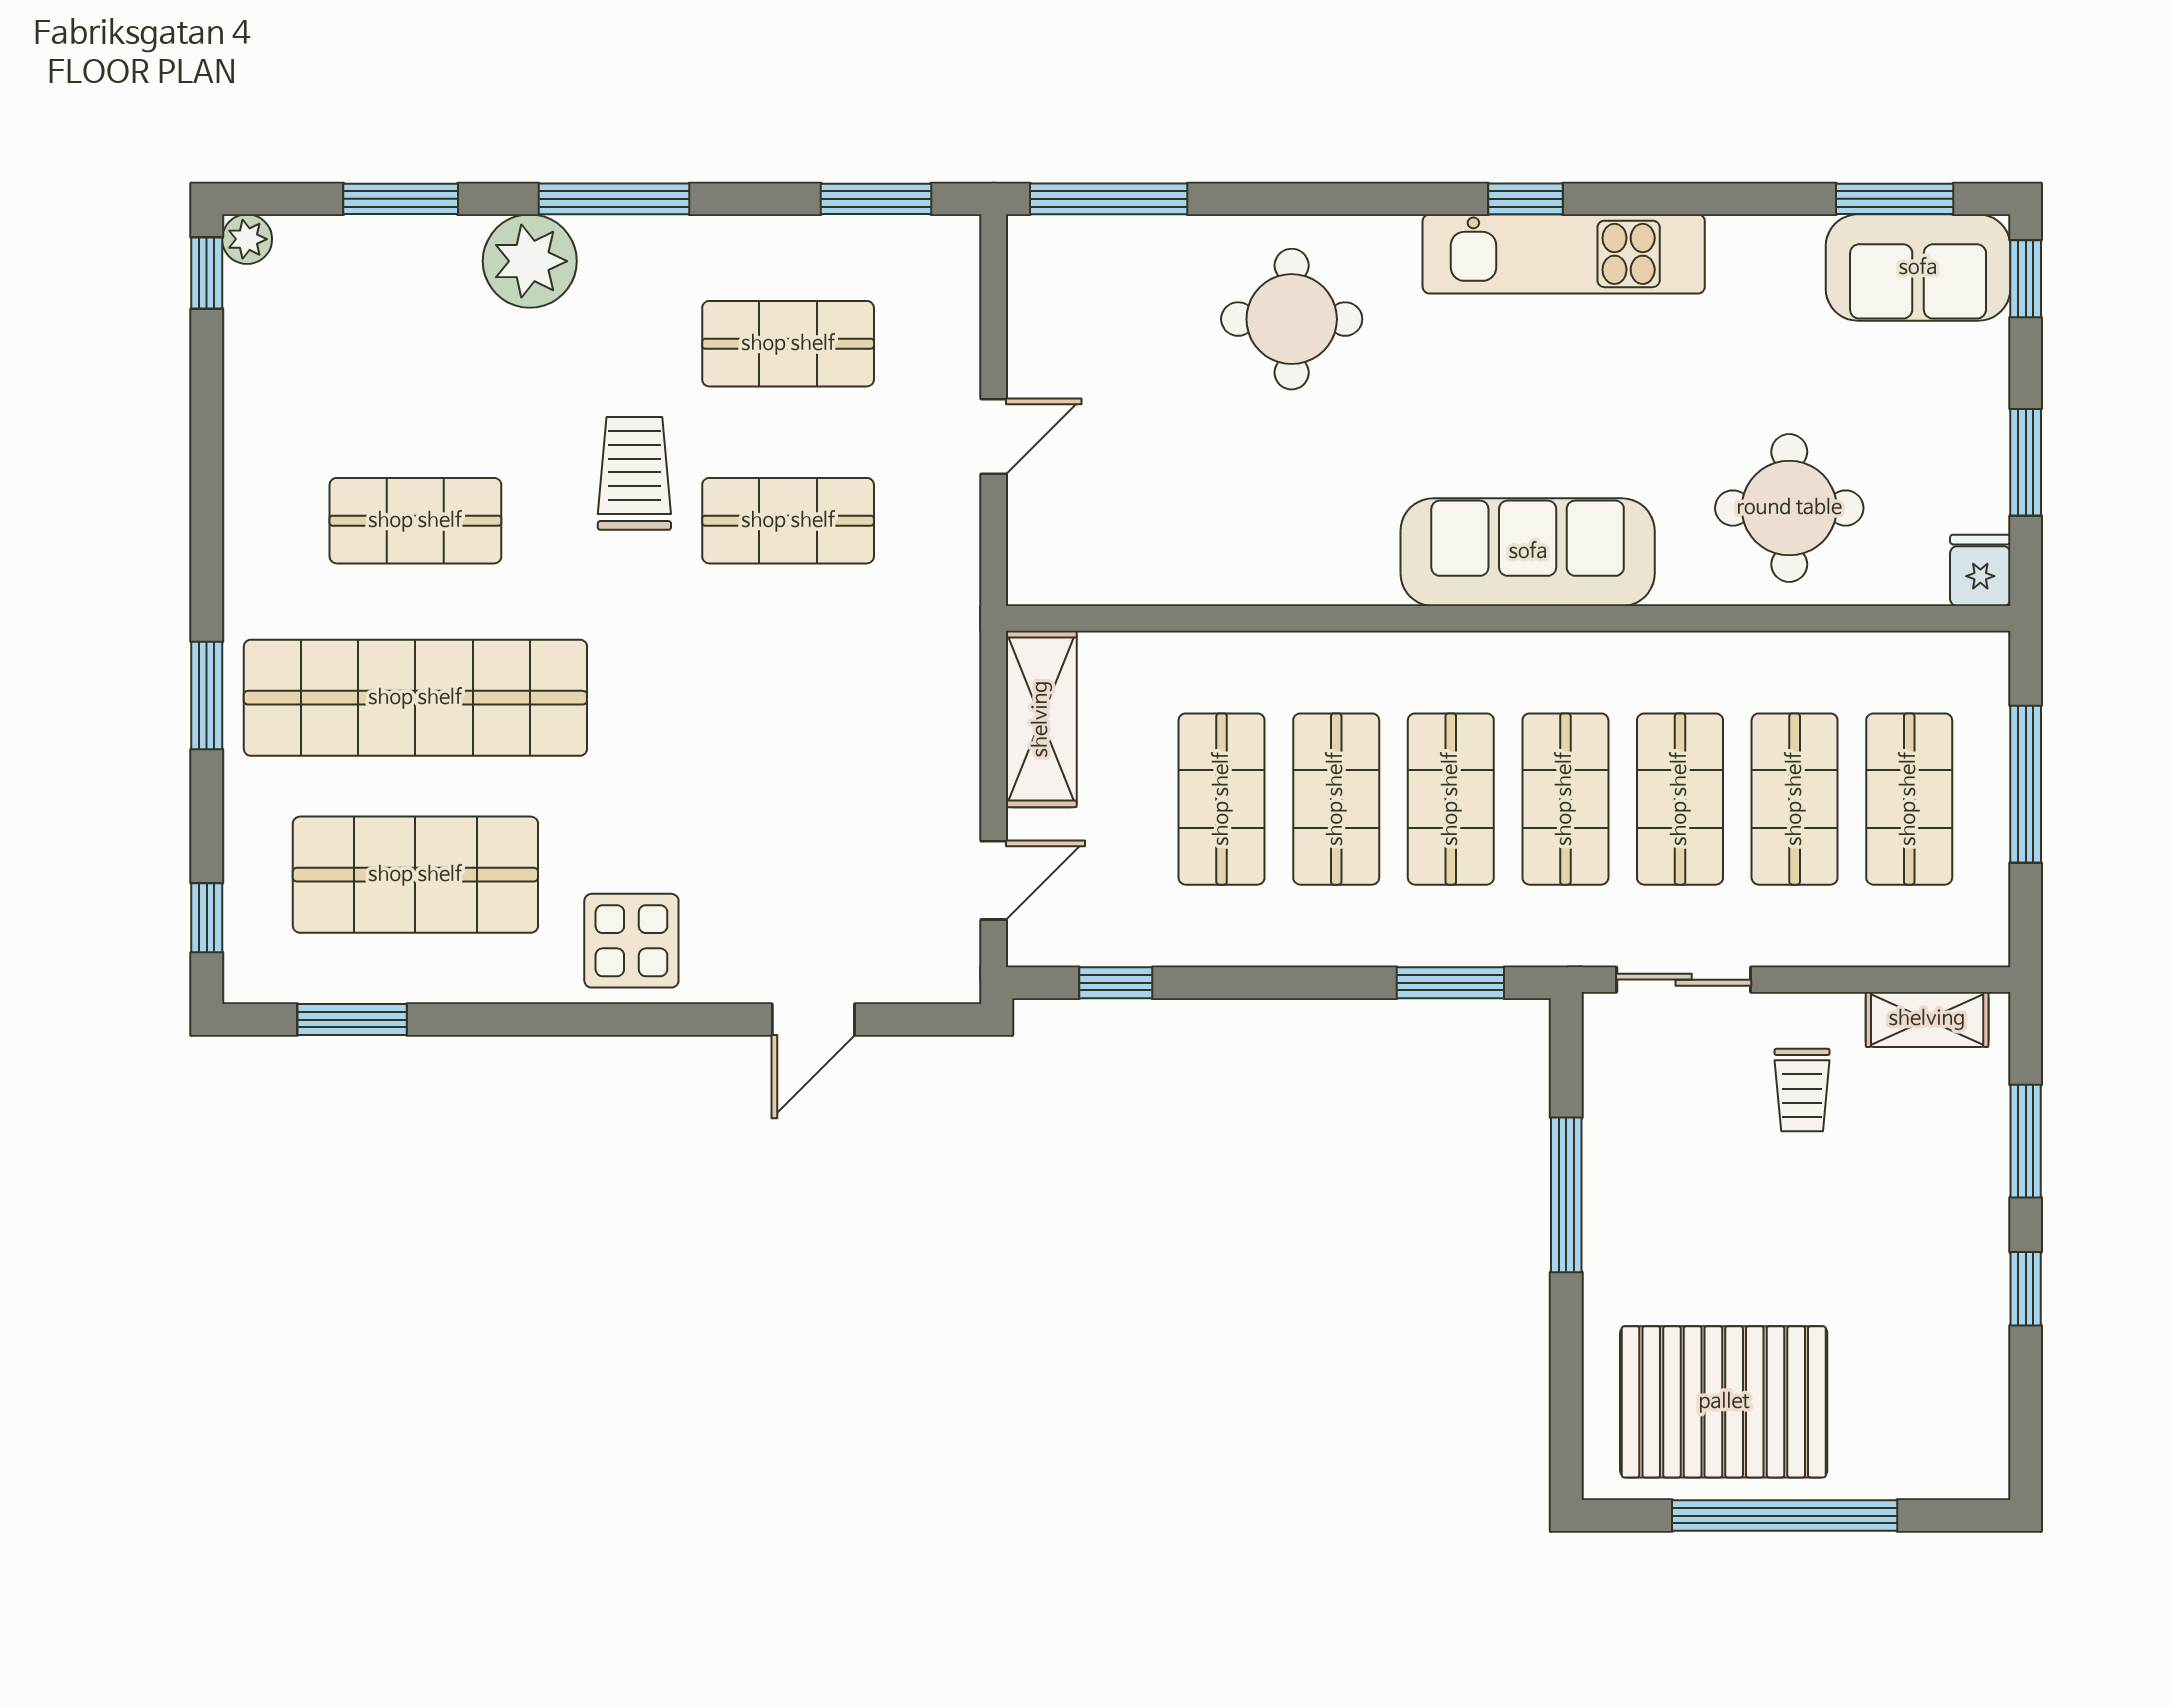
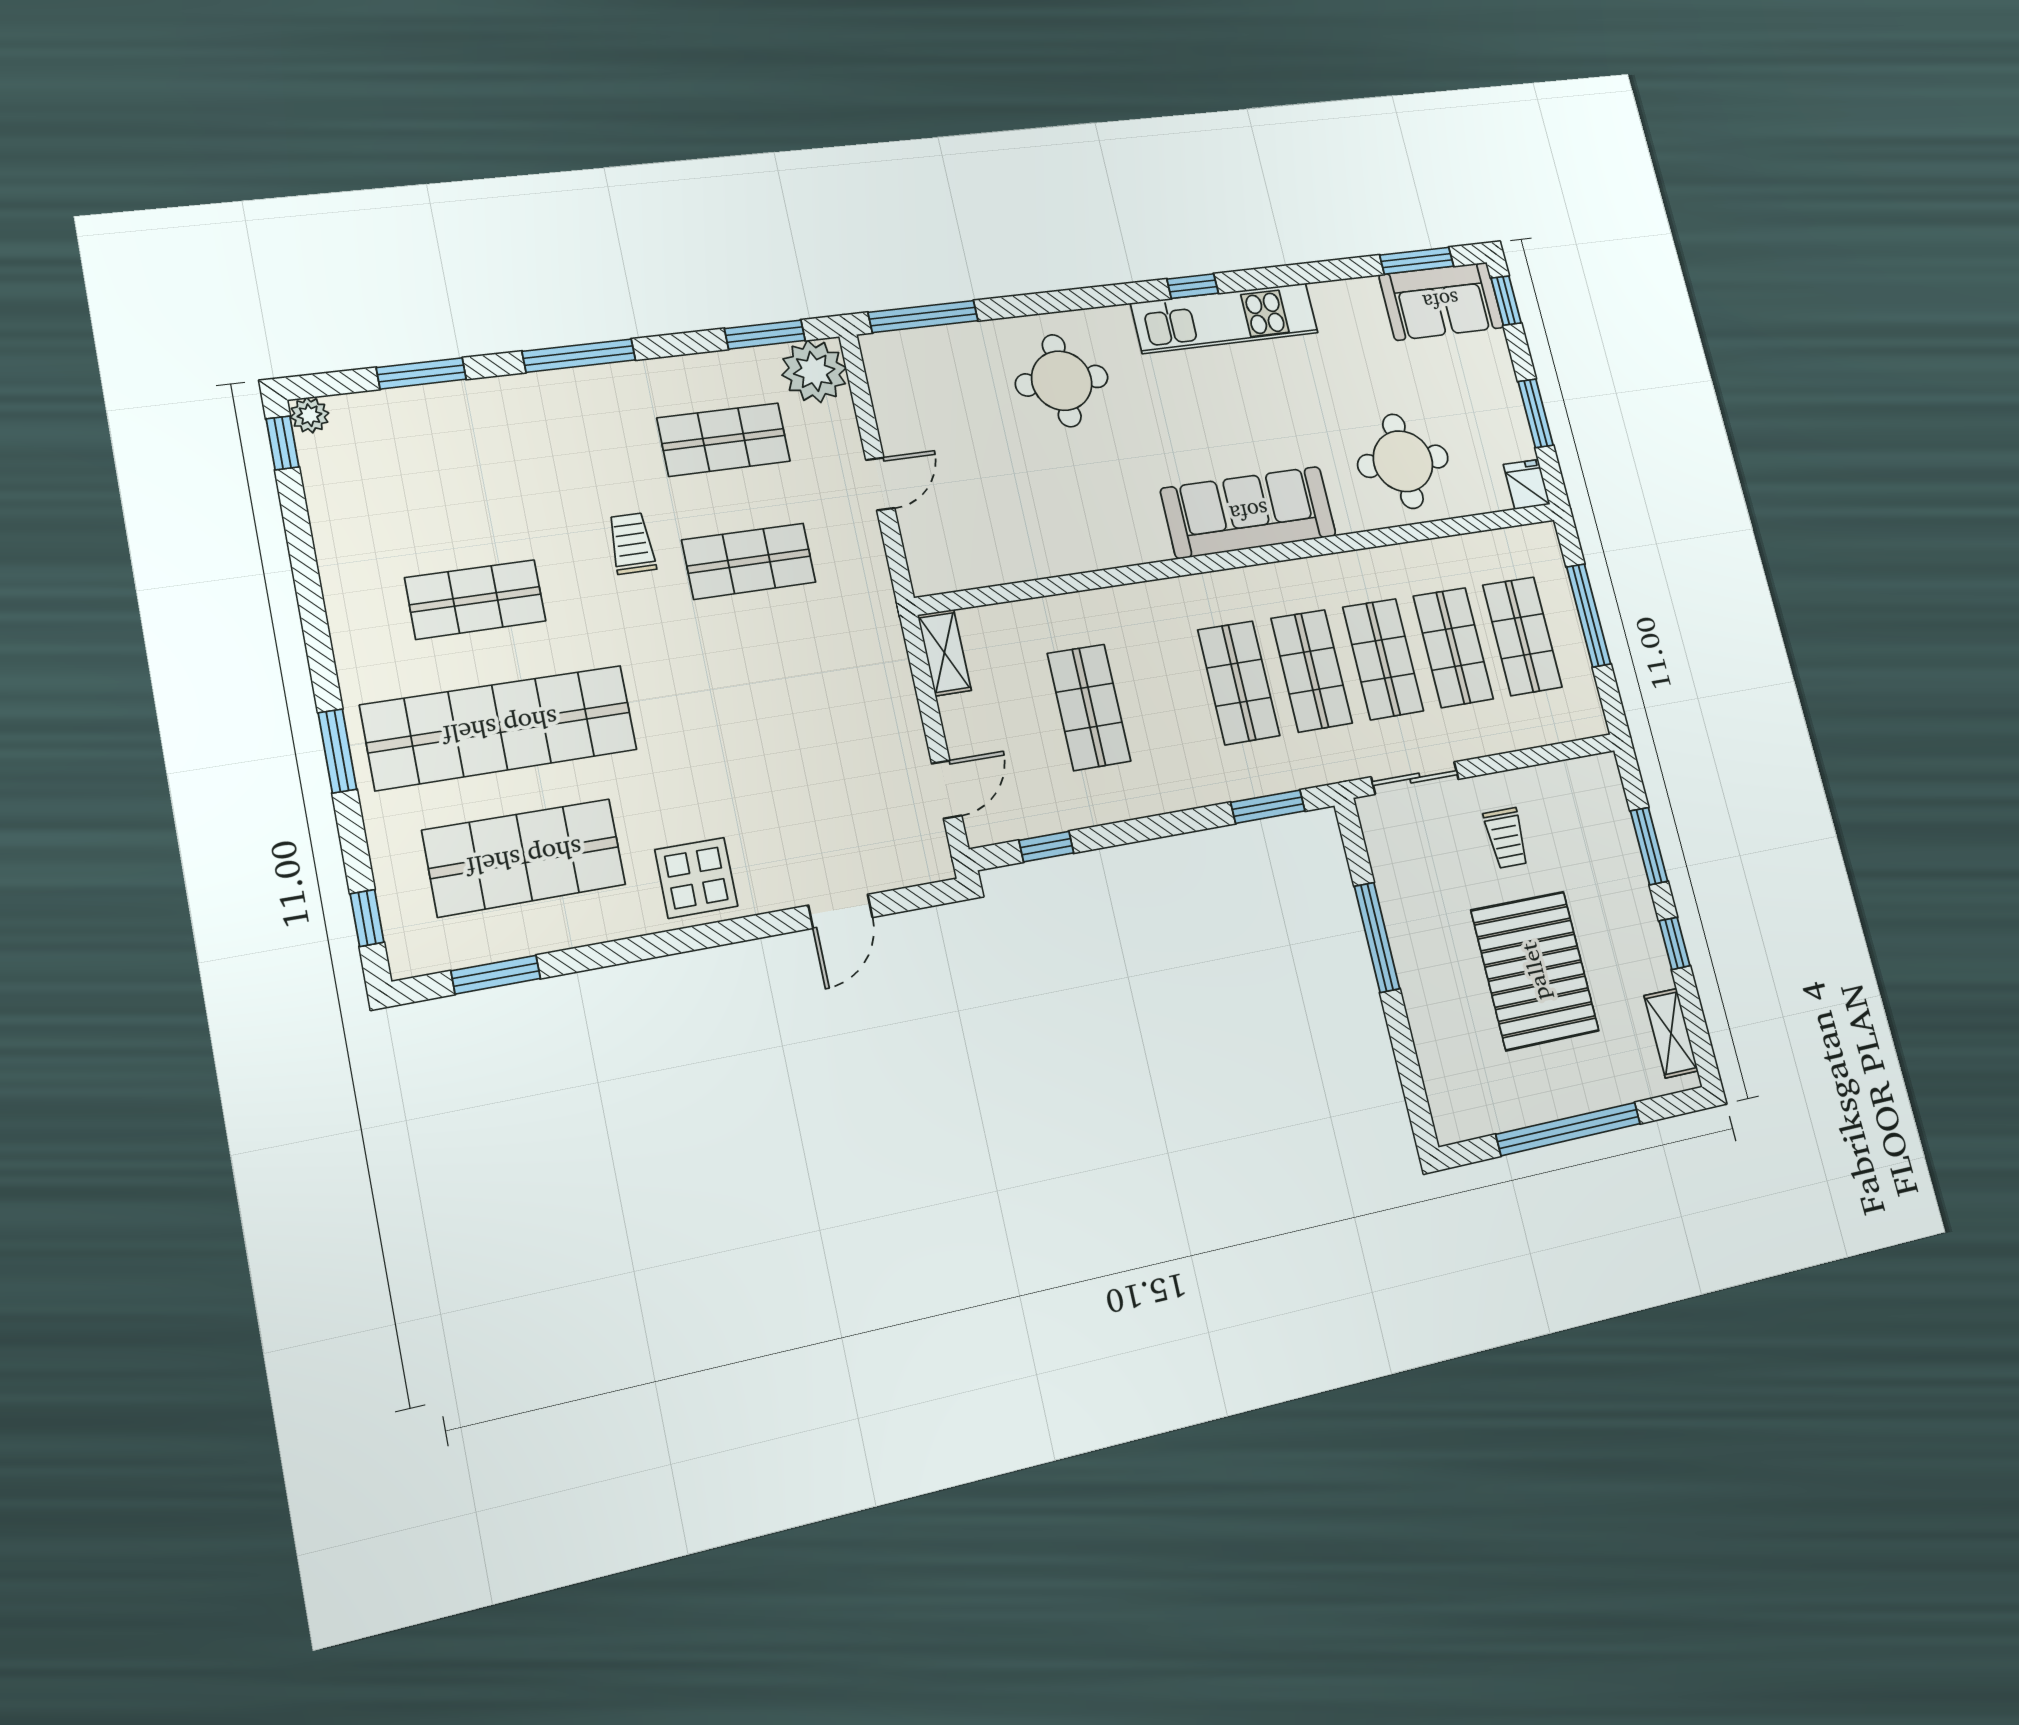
plant: (530, 261) -> (814, 371), moved
trolley: (634, 473) -> (632, 543), width x0.73, depth x0.72
shelving: (1041, 719) -> (944, 653), width x0.67, depth x0.75
shop shelf: (1336, 799) -> (1165, 695), removed
shelving: (1927, 1019) -> (1671, 1033), moved, turned 90
pallet: (1724, 1402) -> (1535, 971), moved, turned 90

